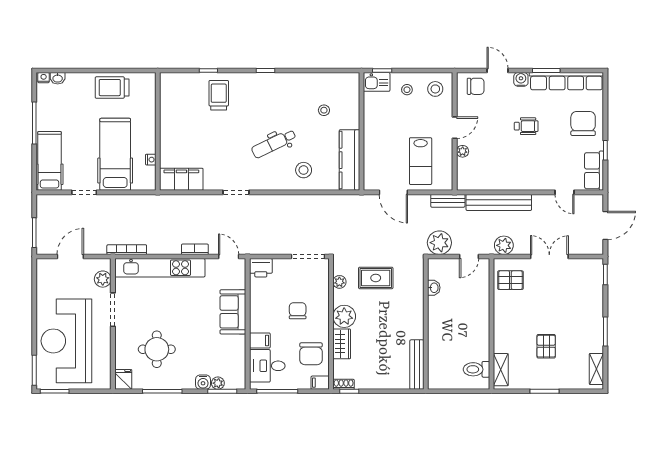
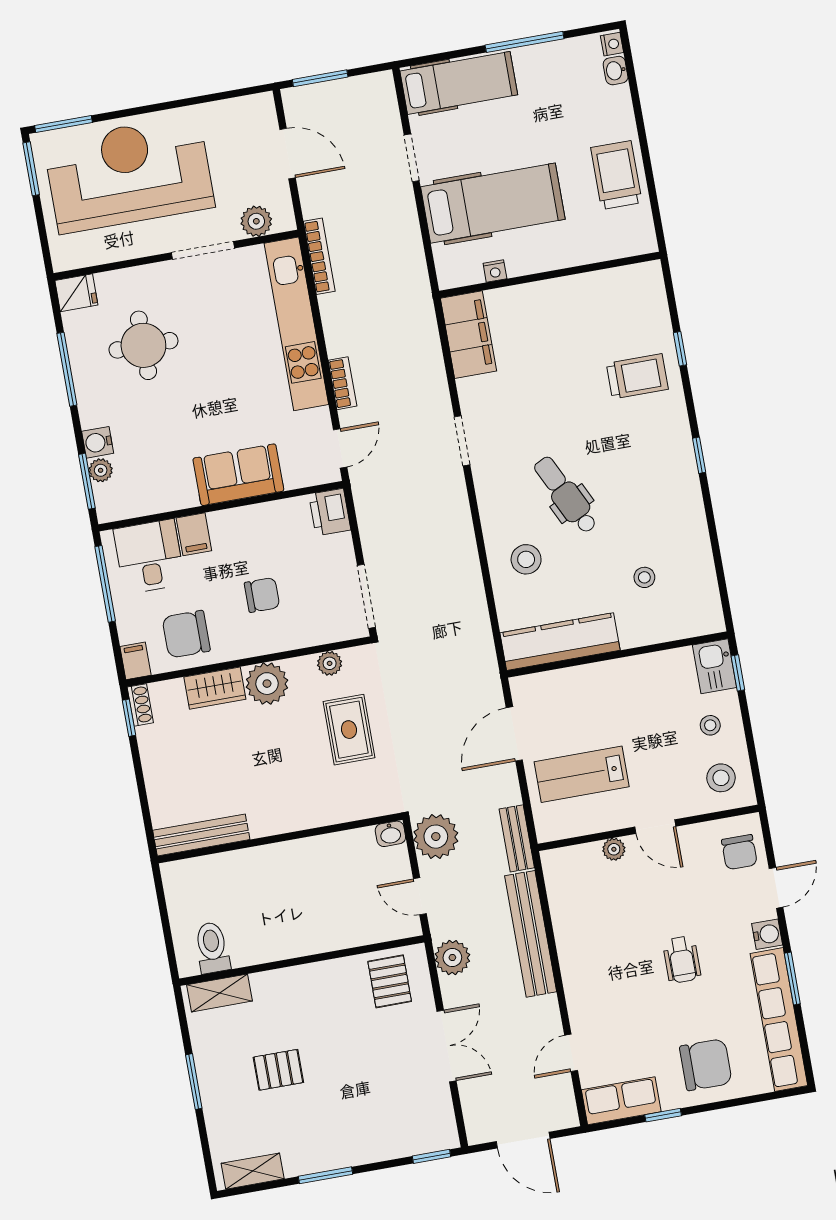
washbasin: (434, 288) -> (390, 834), moved

